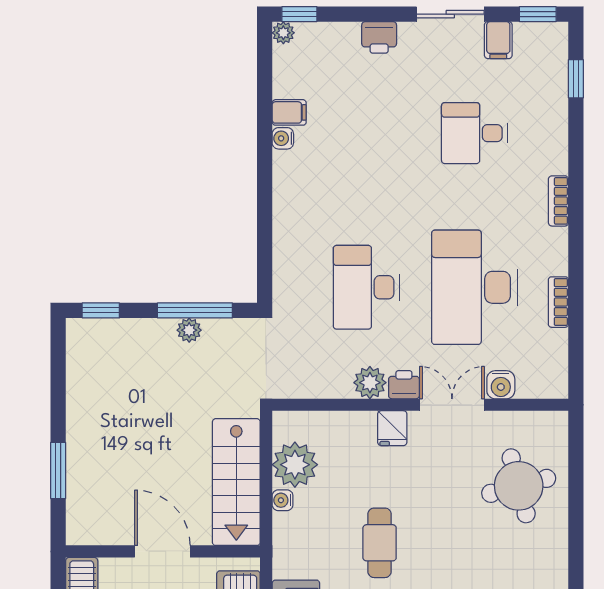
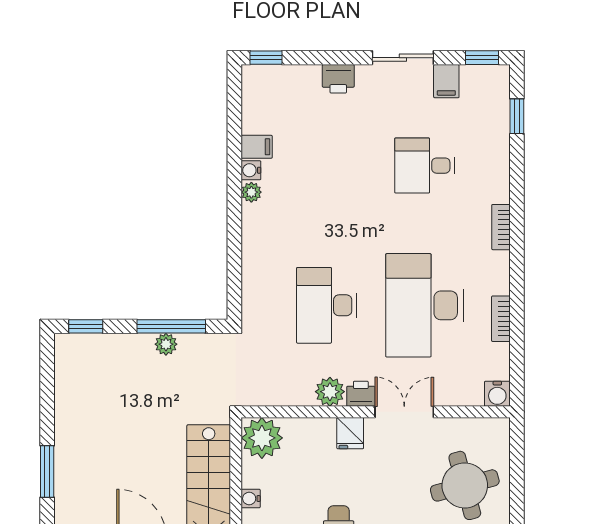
plant: (283, 33) -> (251, 192), moved
water cooler: (501, 385) -> (497, 394), moved
plant: (295, 465) -> (262, 438), moved

